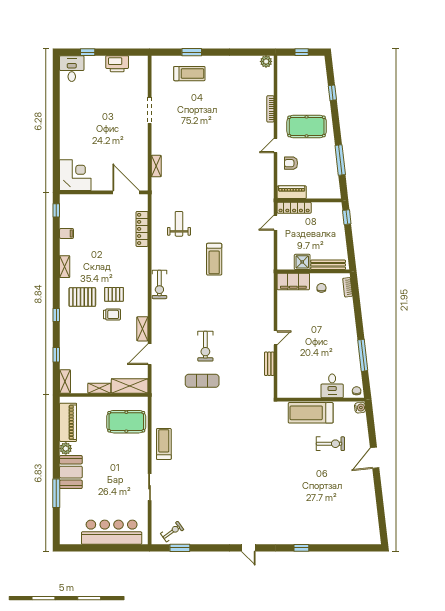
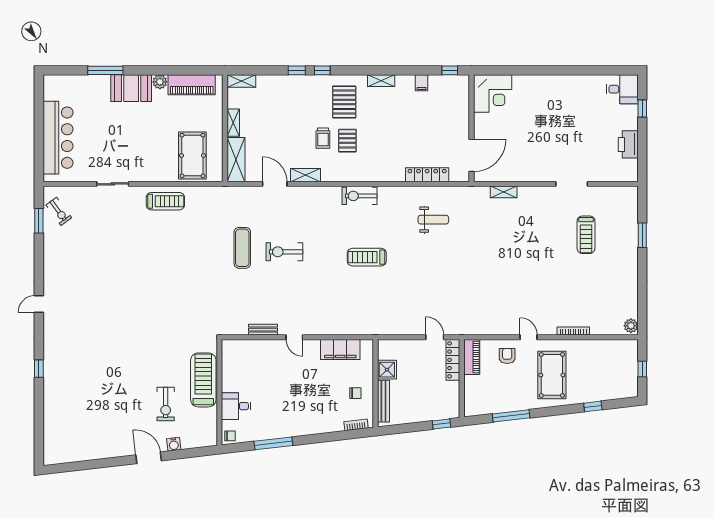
treadmill: (189, 74) -> (586, 235), moved
treadmill: (214, 259) -> (367, 257), moved
filing cabinet: (293, 281) -> (340, 349), moved, turned -90
window: (56, 355) -> (297, 70), moved
water cooler: (360, 408) -> (174, 444), moved

